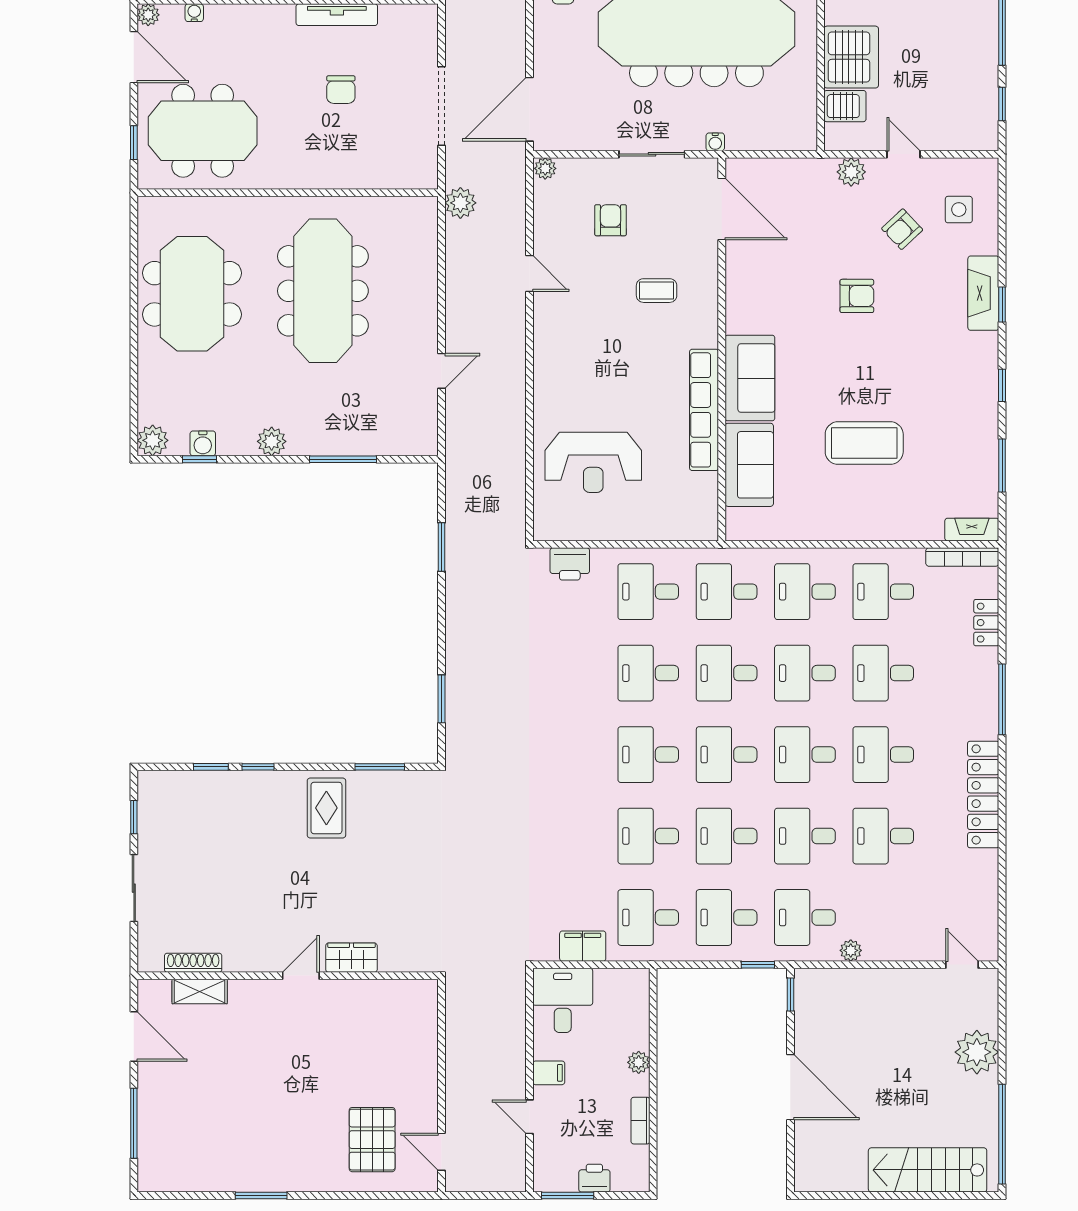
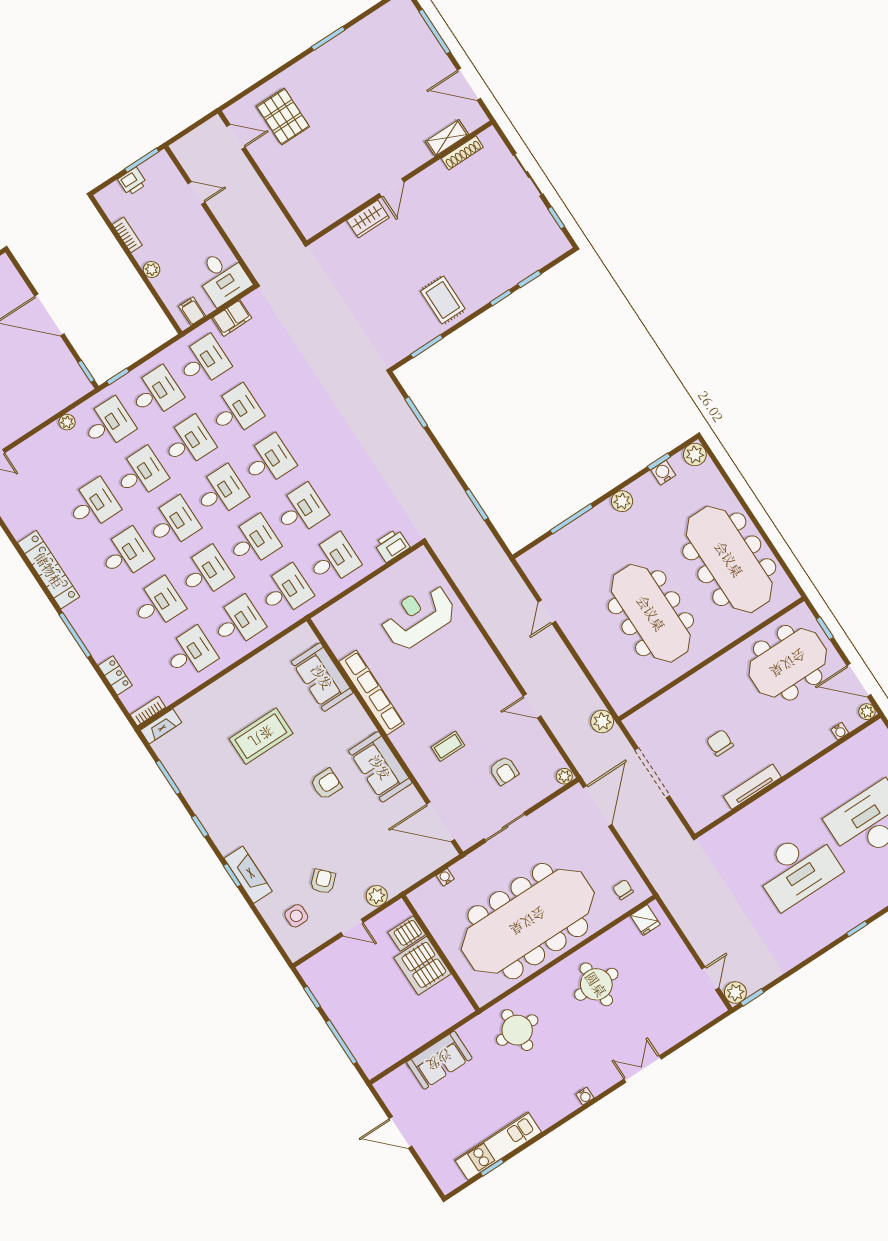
water cooler: (715, 142) -> (445, 877), moved
meeting table: (192, 294) -> (729, 559), width x1.36
armchair: (857, 296) -> (326, 784), moved, turned 180
sofa: (750, 378) -> (380, 767), moved
bookcase: (962, 557) -> (148, 711), width x0.64
filing cabinet: (549, 1073) -> (192, 311), moved, turned 90

